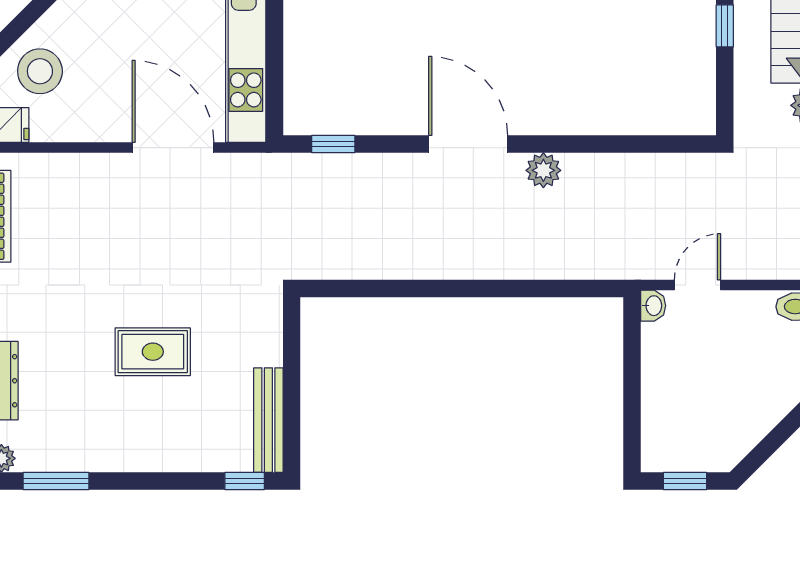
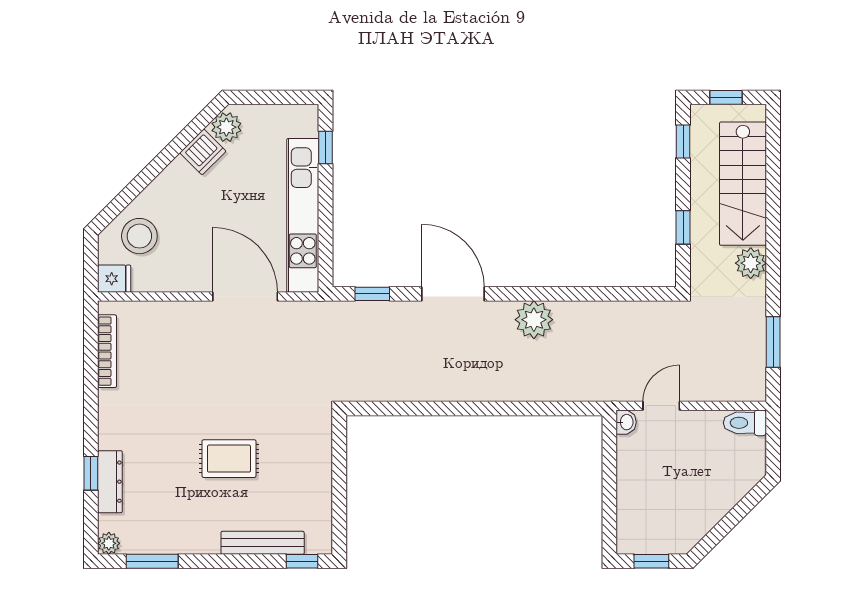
window: (725, 26) -> (683, 227), moved
door: (468, 144) -> (453, 294), moved
plant: (543, 170) -> (534, 320), width x1.36, depth x1.36
bench: (268, 420) -> (263, 543), moved, turned 90

